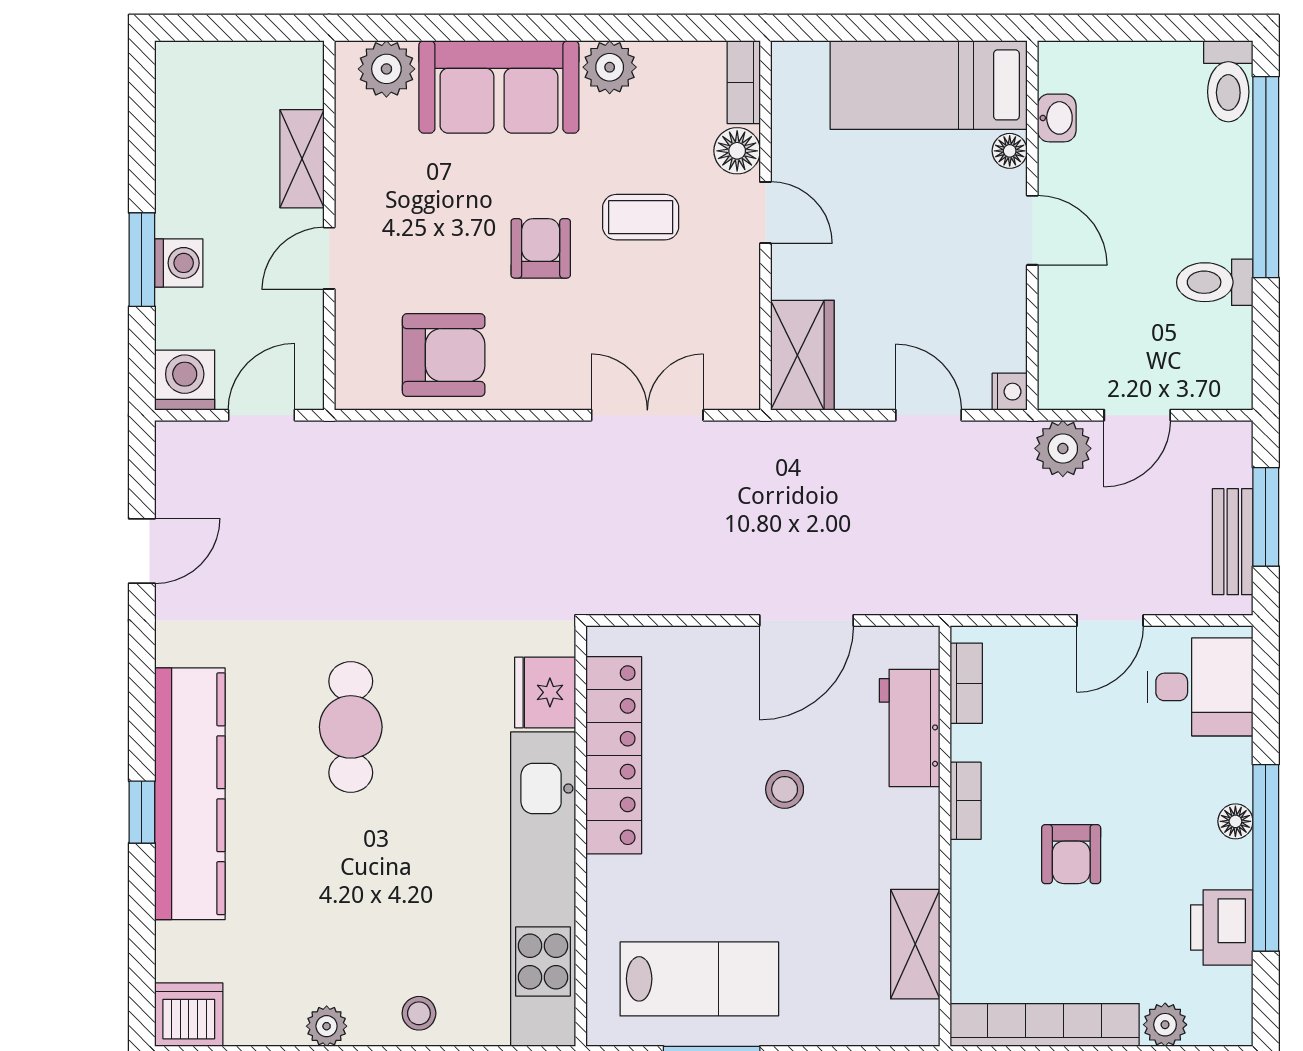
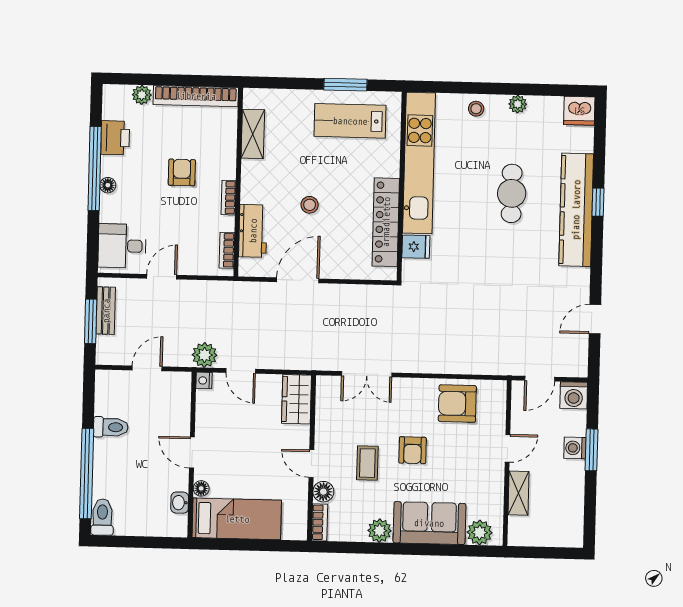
coffee table: (641, 217) -> (367, 463), turned 90
plant: (1063, 448) -> (204, 355), moved
fridge: (545, 692) -> (416, 247), width x0.72
cafe table: (351, 727) -> (512, 193), moved

